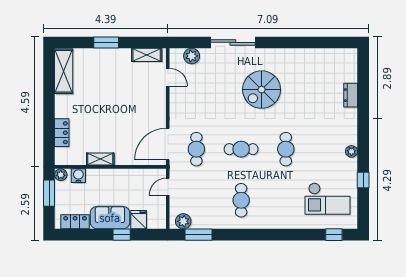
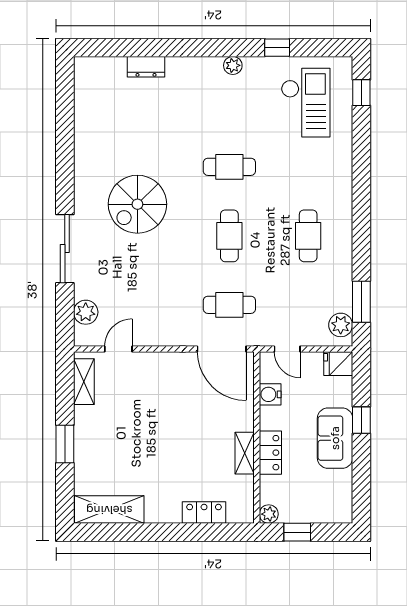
spiral stairs: (262, 90) -> (137, 204), turned 90
water cooler: (78, 176) -> (270, 394), moved
window: (49, 193) -> (297, 532), width x0.67
cafe table: (241, 200) -> (308, 236), turned 90
fridge: (139, 220) -> (338, 364), moved
locker: (75, 222) -> (270, 453), moved, turned 180

